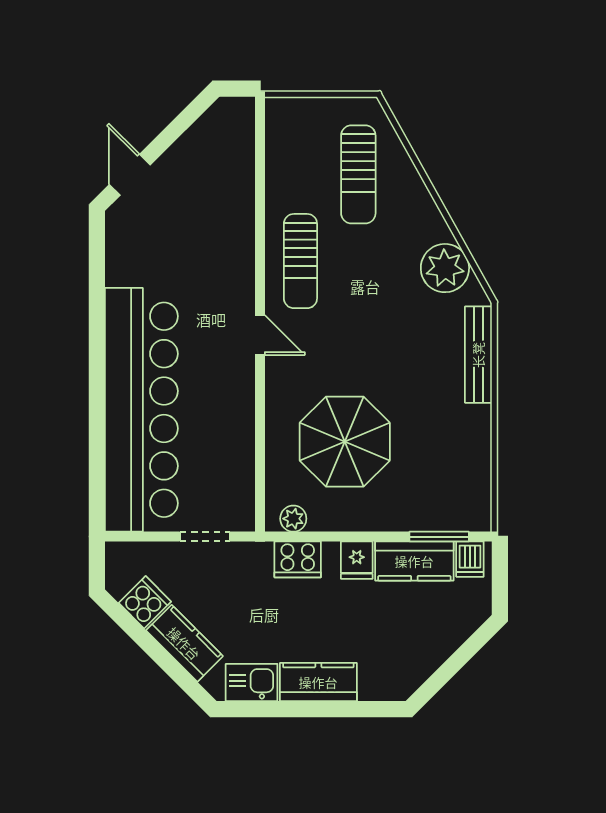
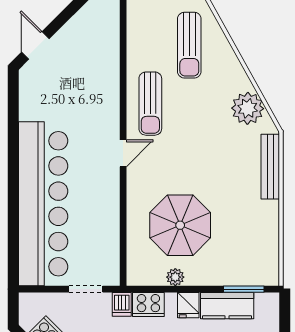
door: (260, 335) -> (123, 153), hinge flipped
plant: (293, 519) -> (175, 277), moved
dishwasher: (470, 559) -> (122, 304), moved

